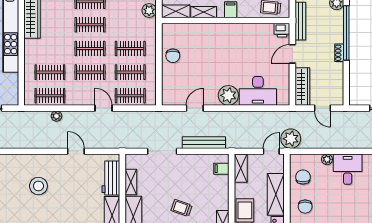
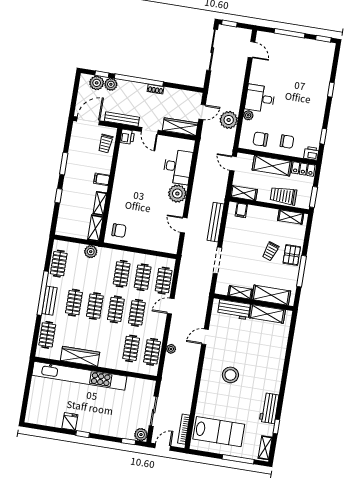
chair: (173, 56) -> (119, 231), moved
plant: (291, 139) -> (229, 120), moved

